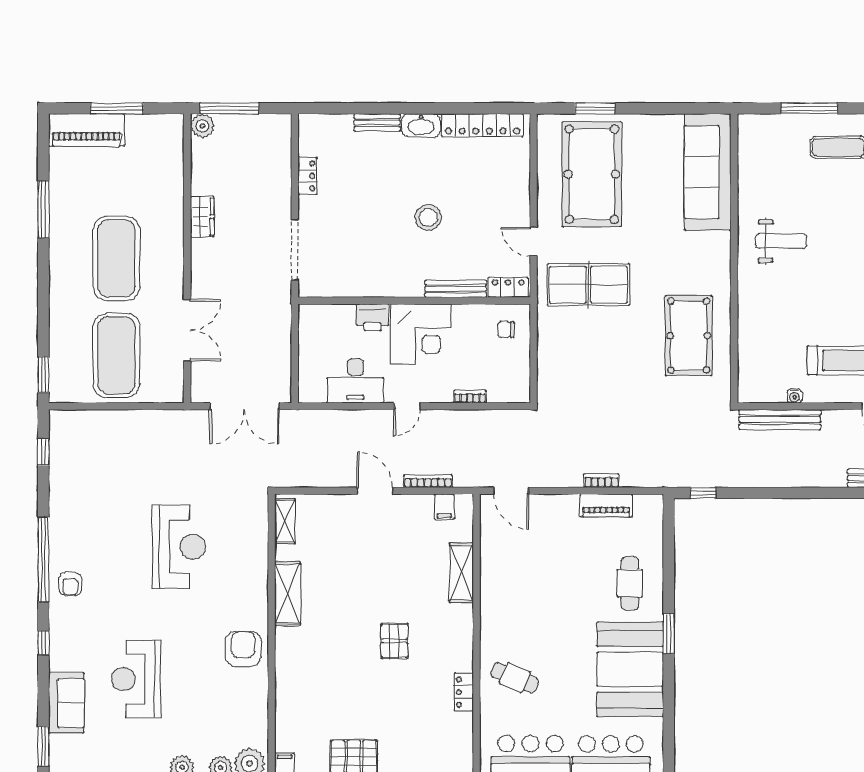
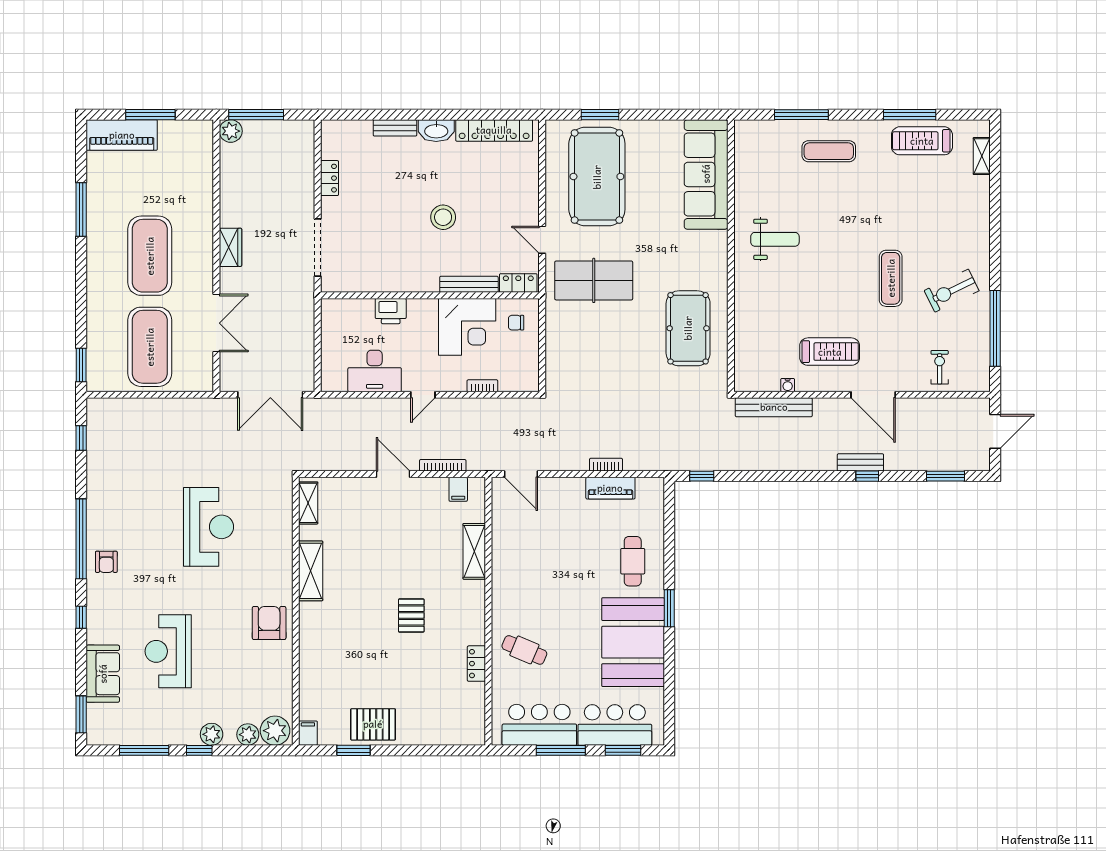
wardrobe: (202, 217) -> (230, 247), moved
corner desk: (421, 334) -> (467, 327), moved

